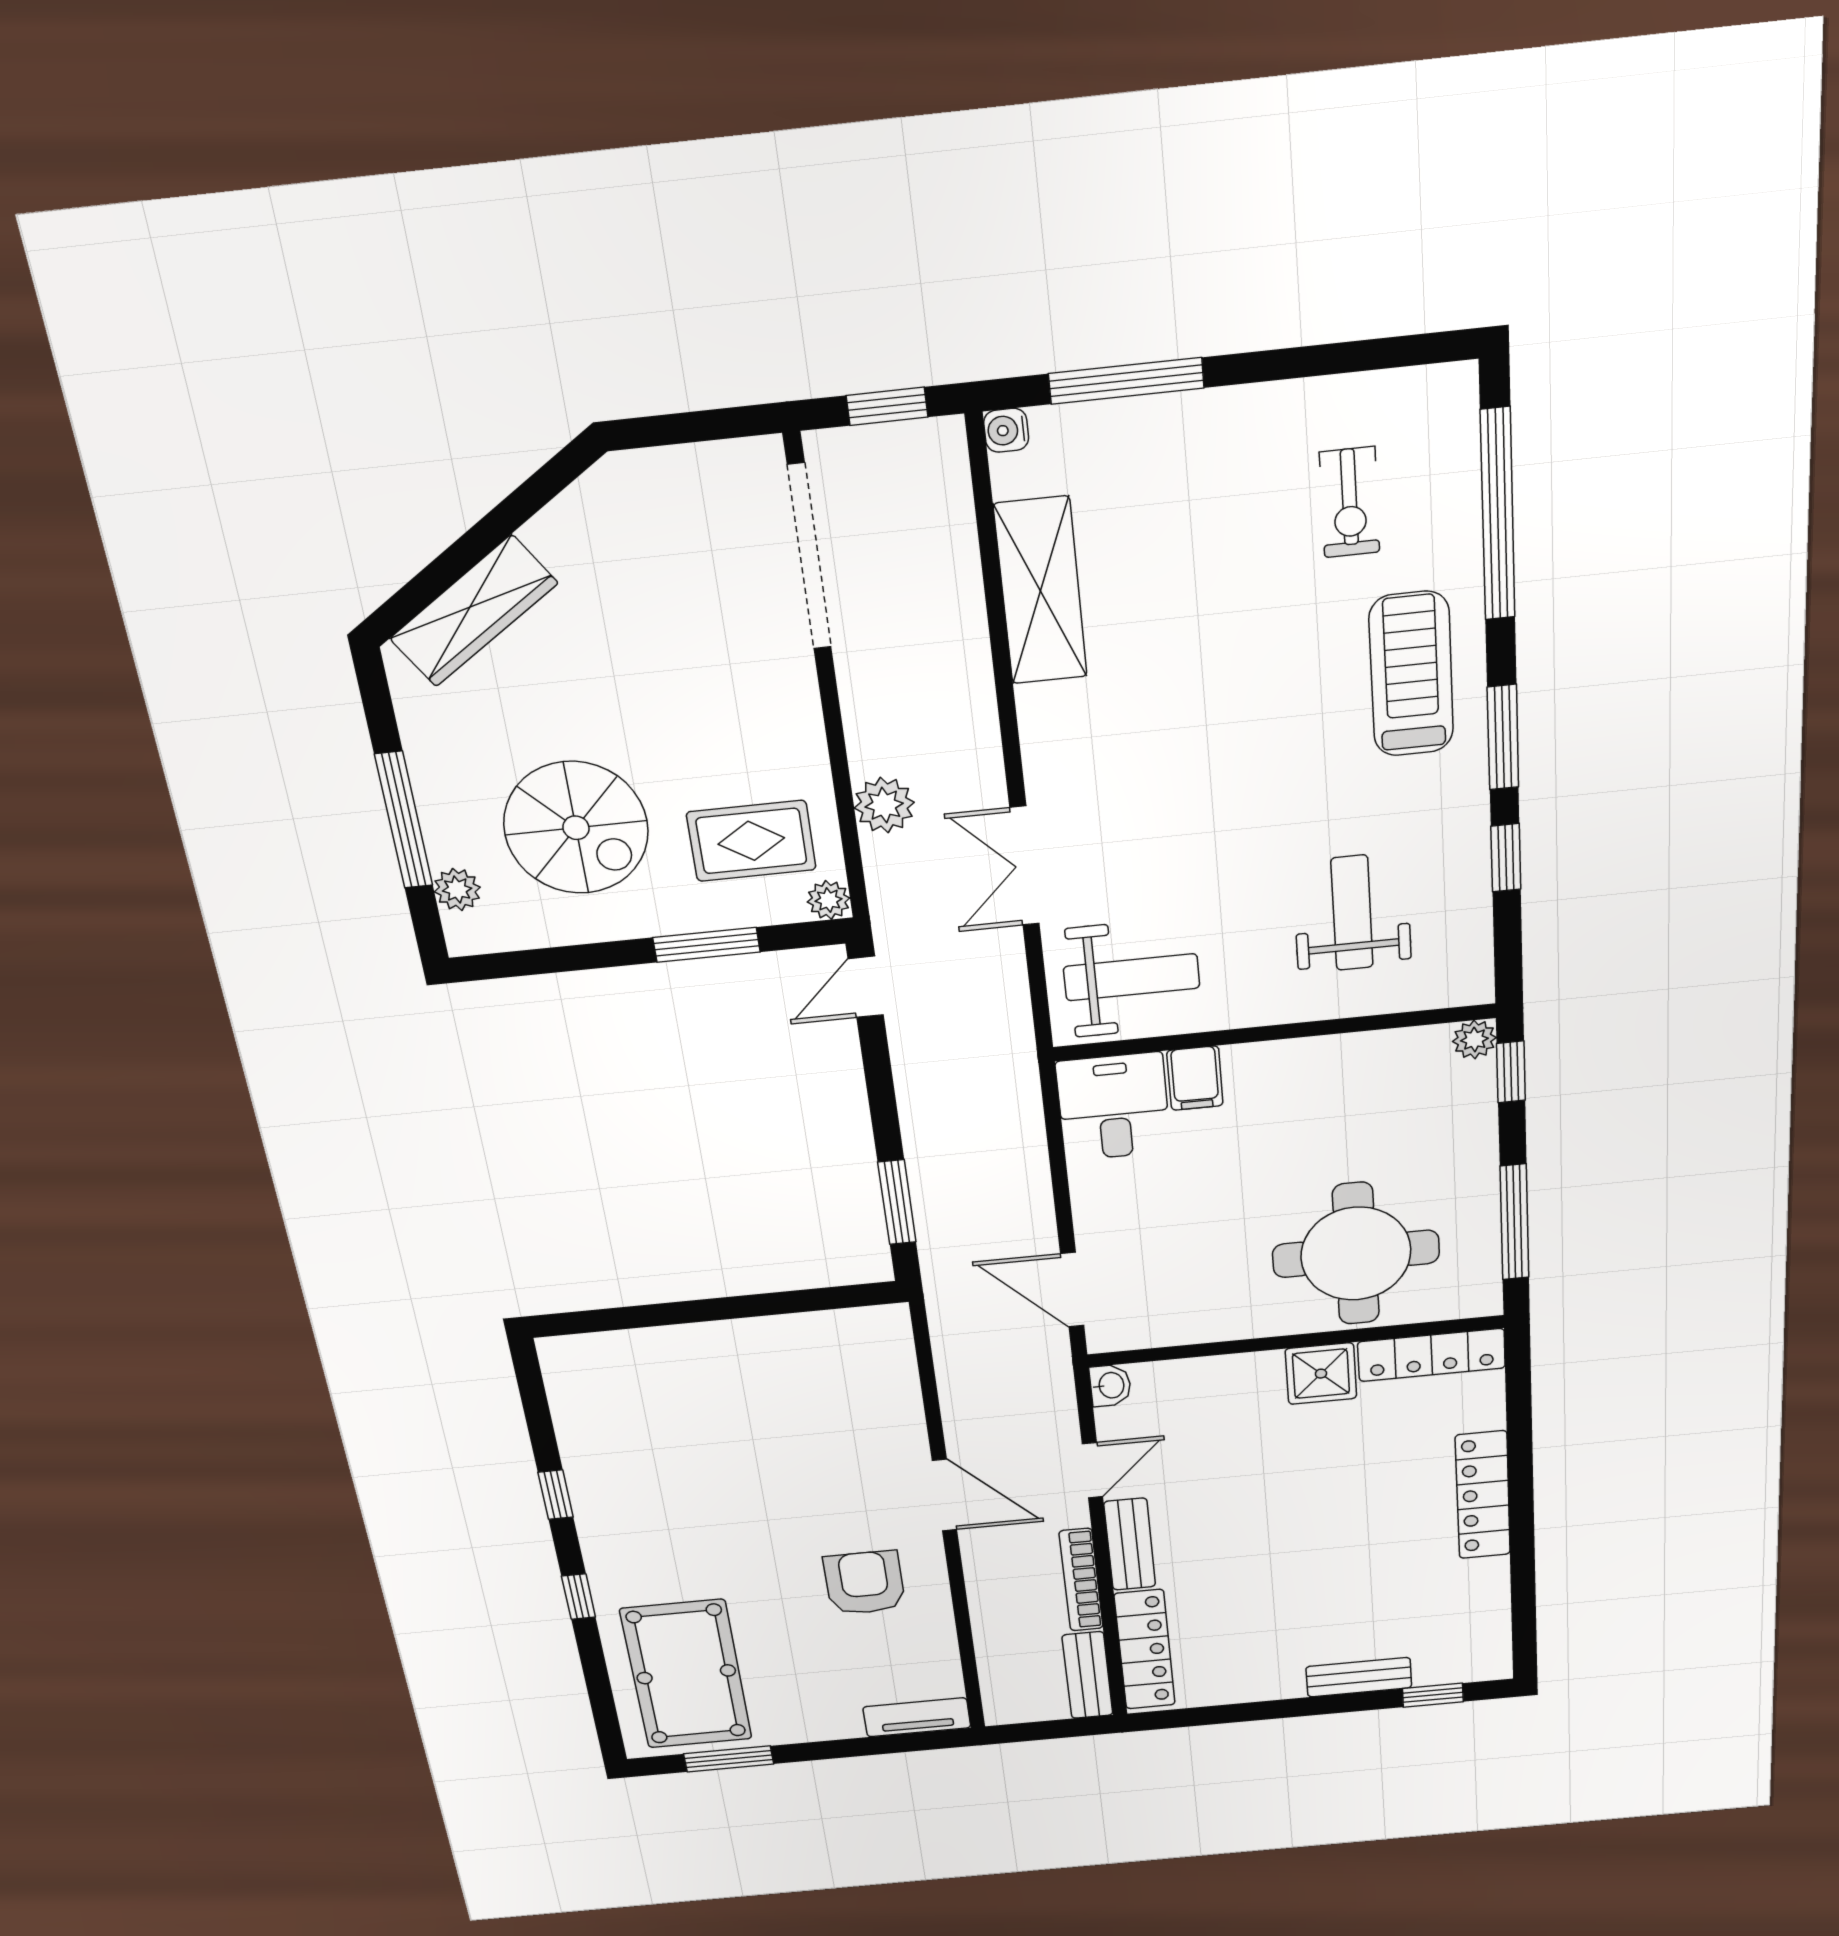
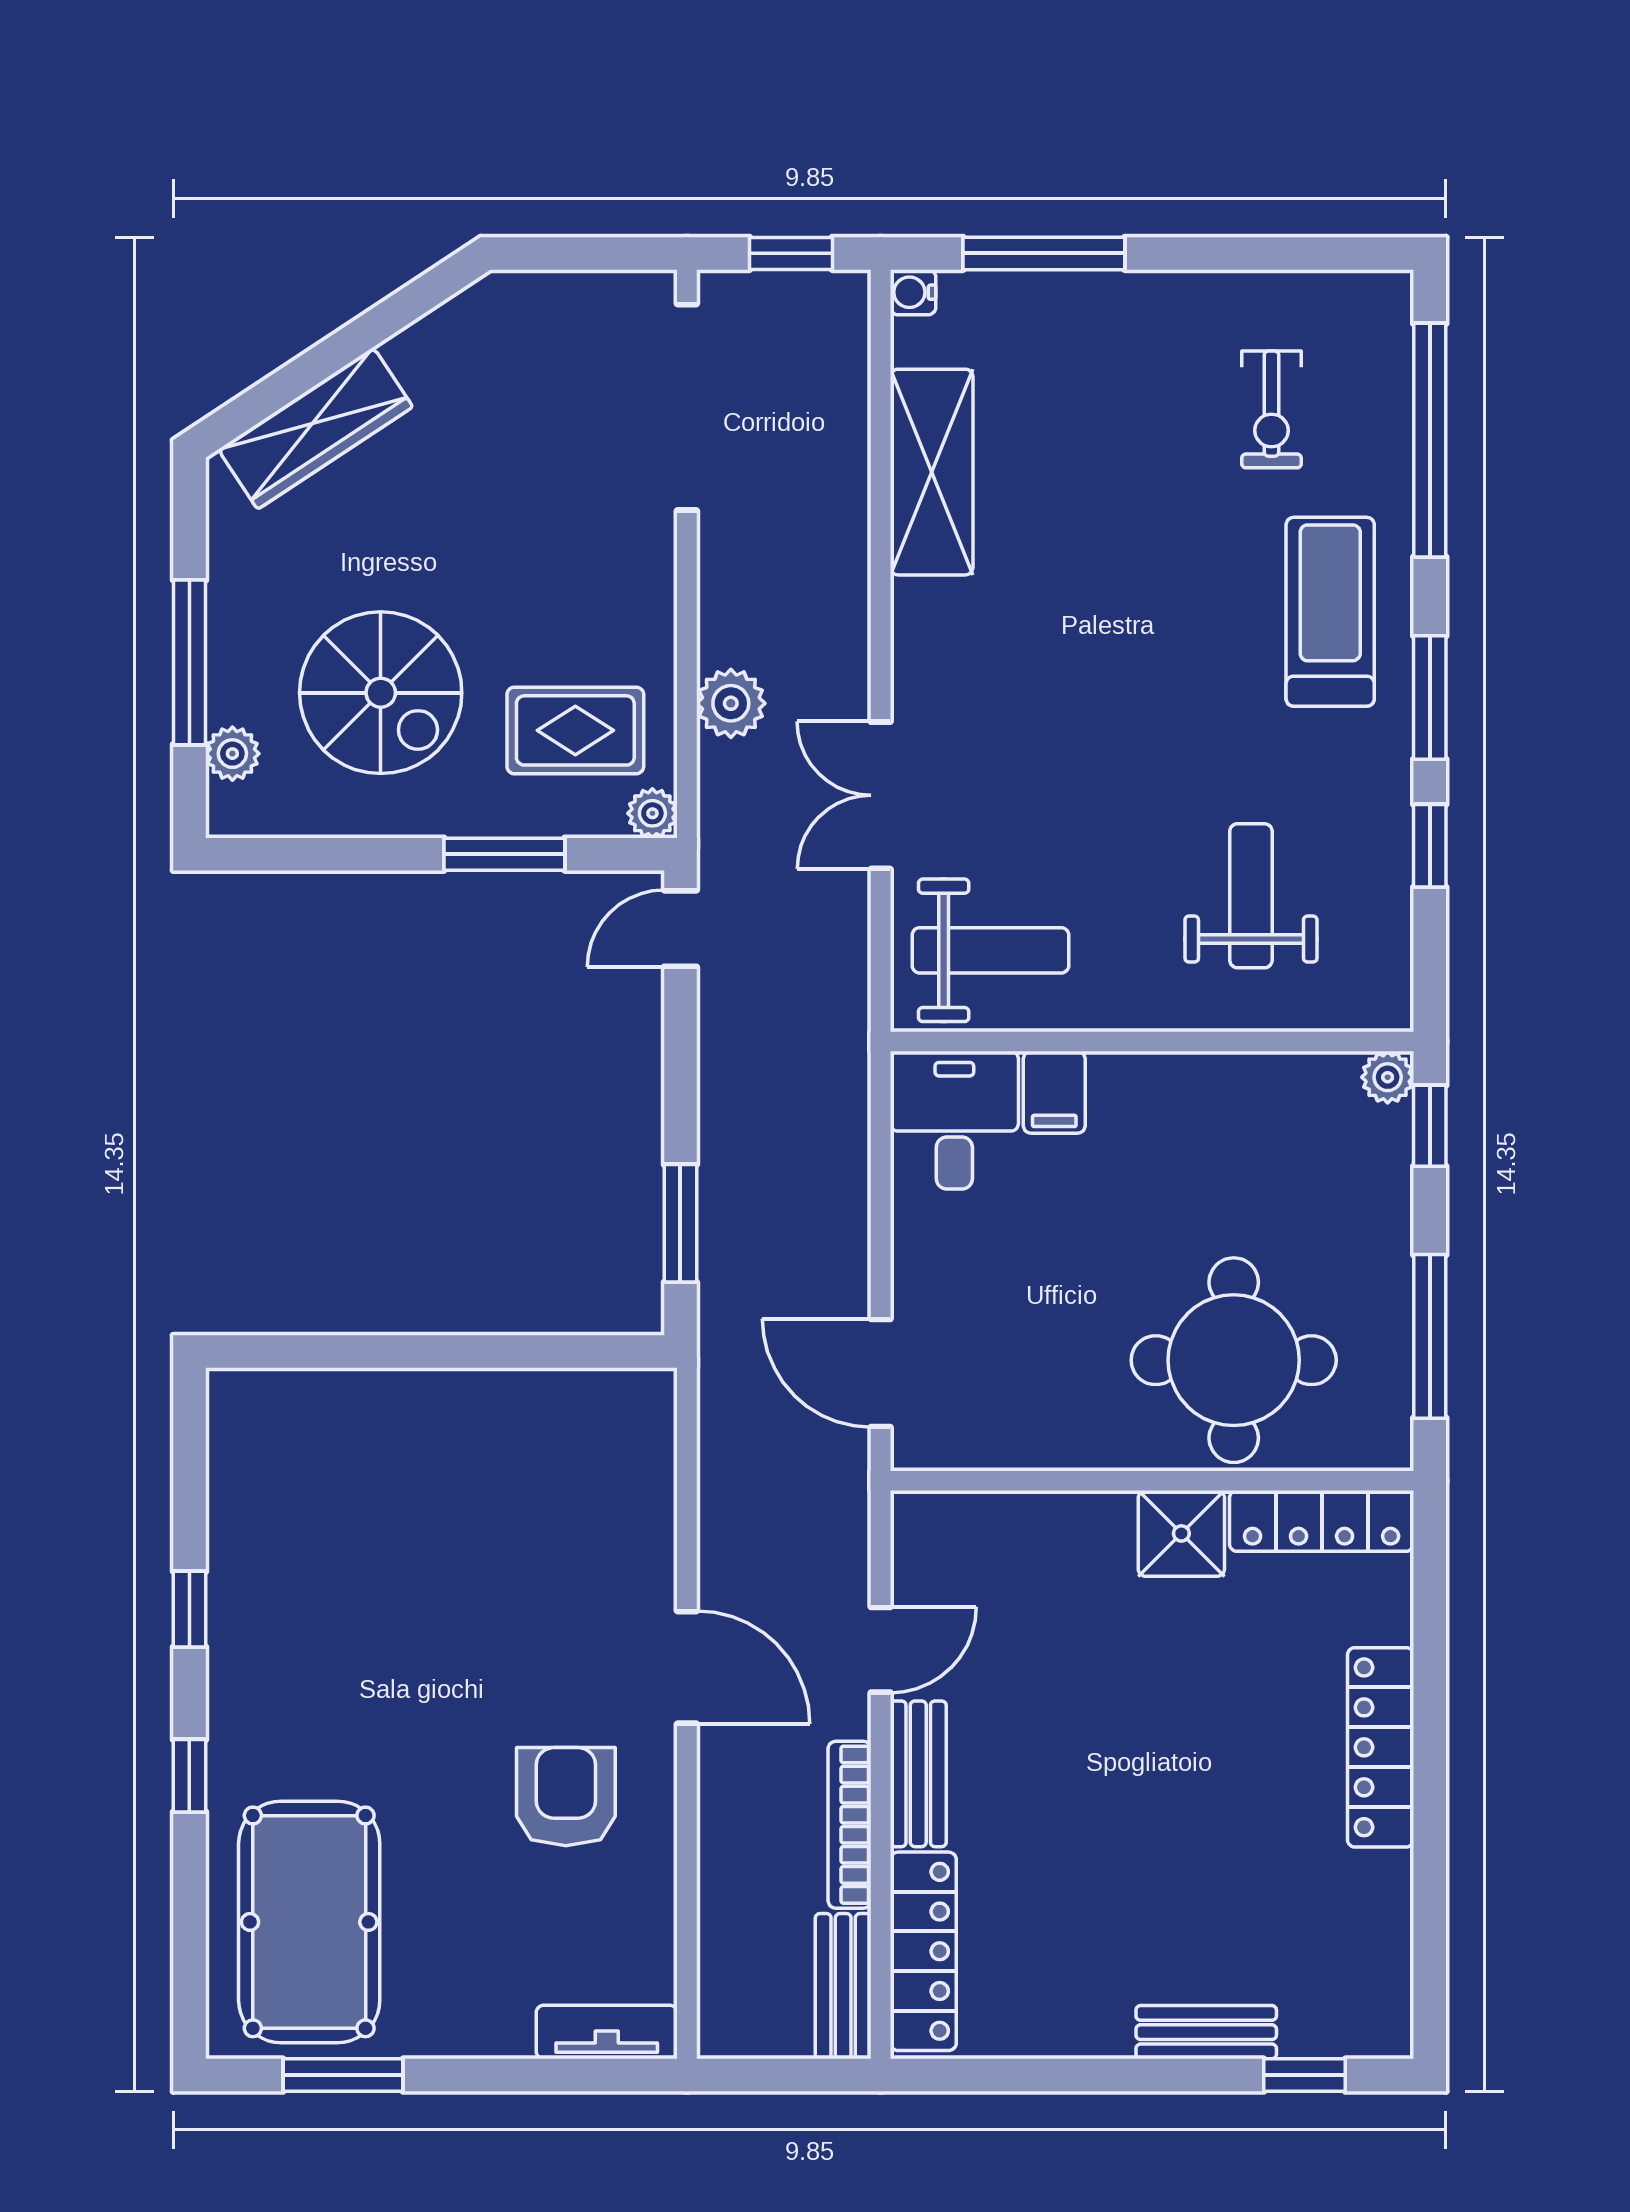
washbasin: (1110, 1385) -> (915, 1521), removed

